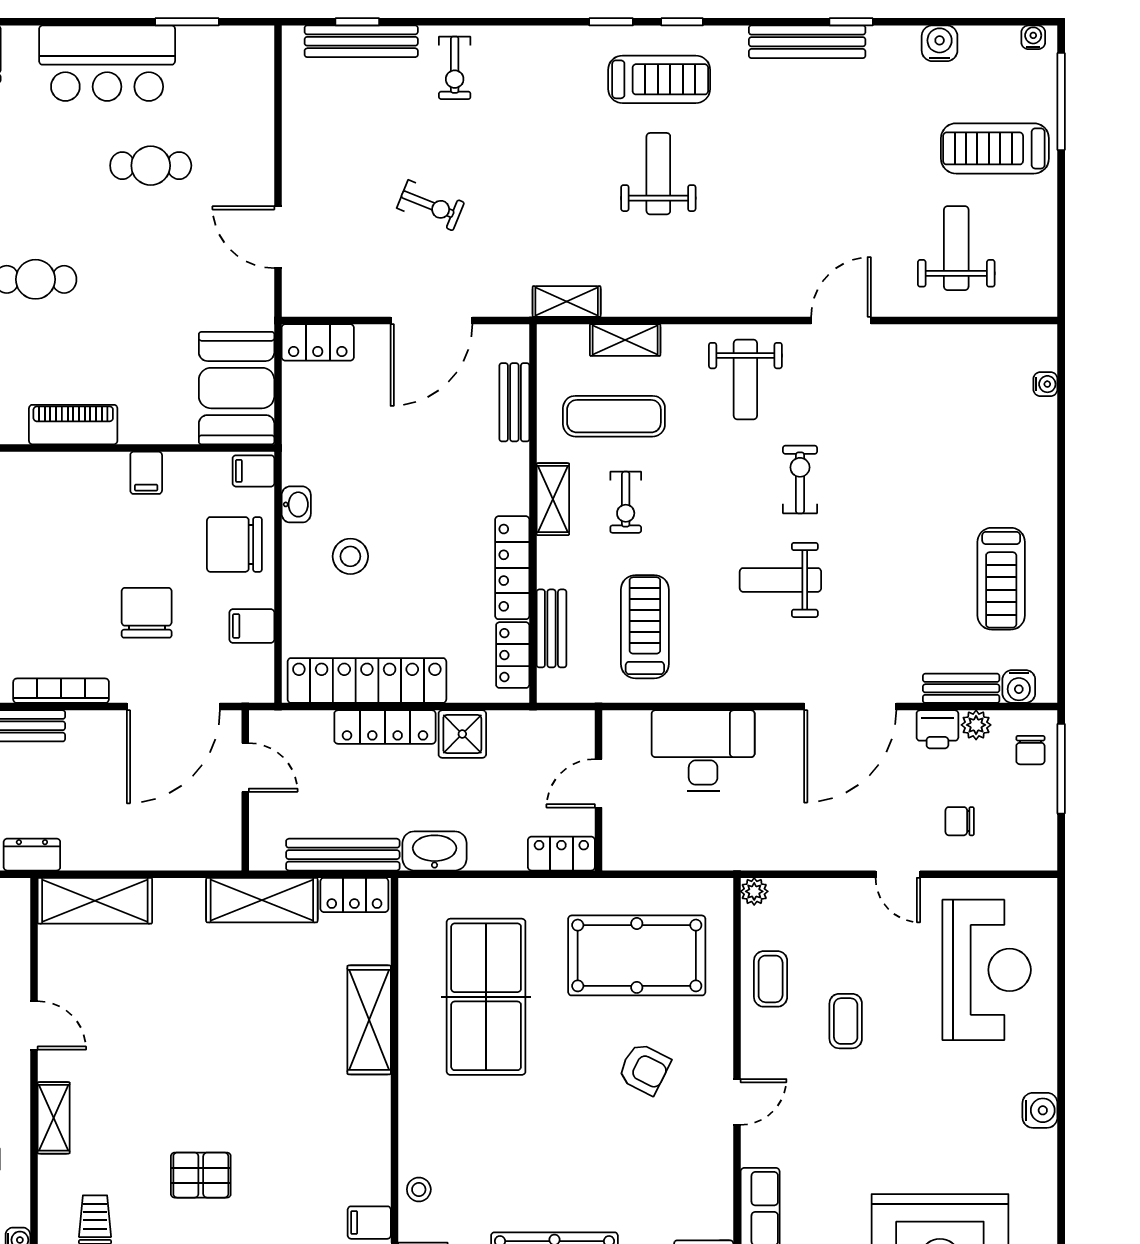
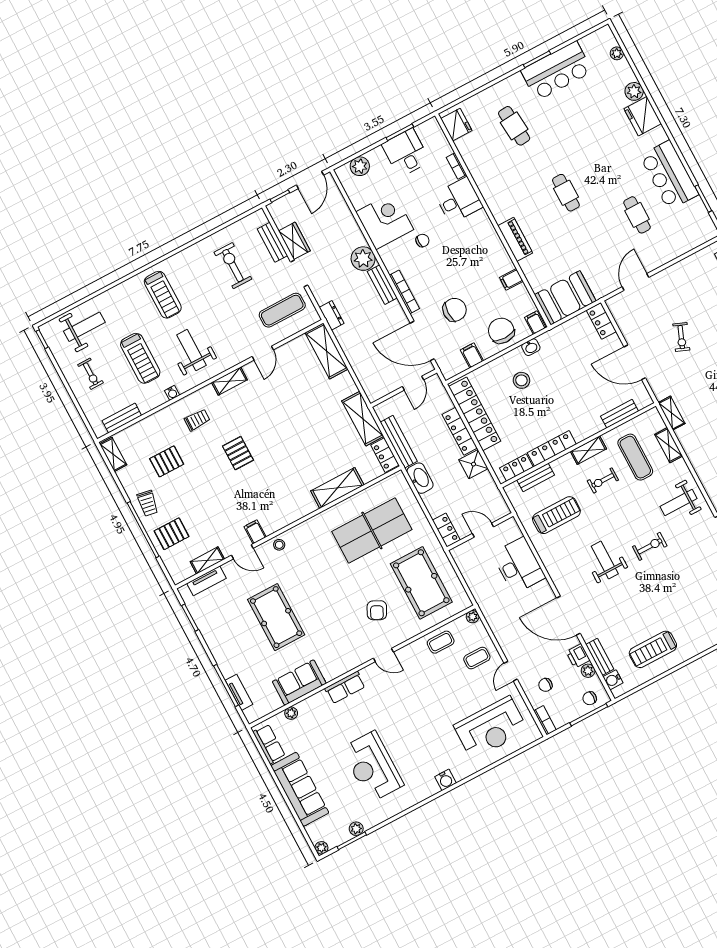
chair: (960, 821) -> (545, 685), turned -90
bookcase: (1027, 858) -> (545, 720), added
coffee table: (846, 1021) -> (477, 658), moved

